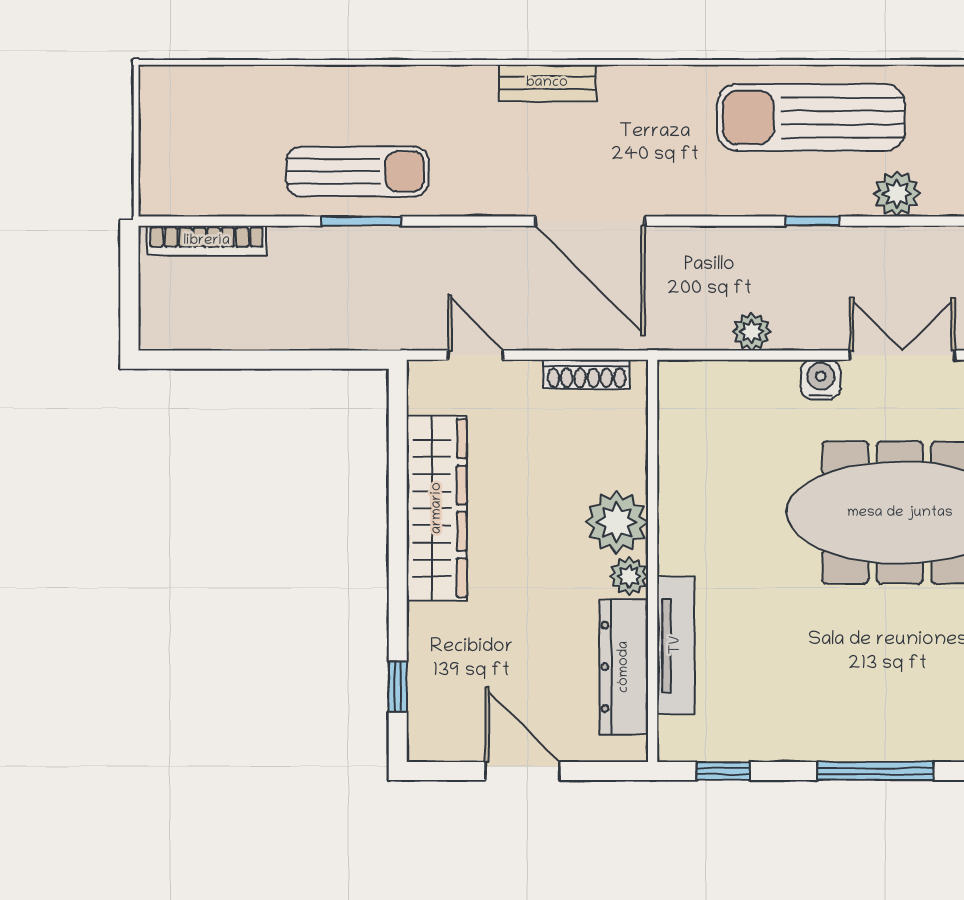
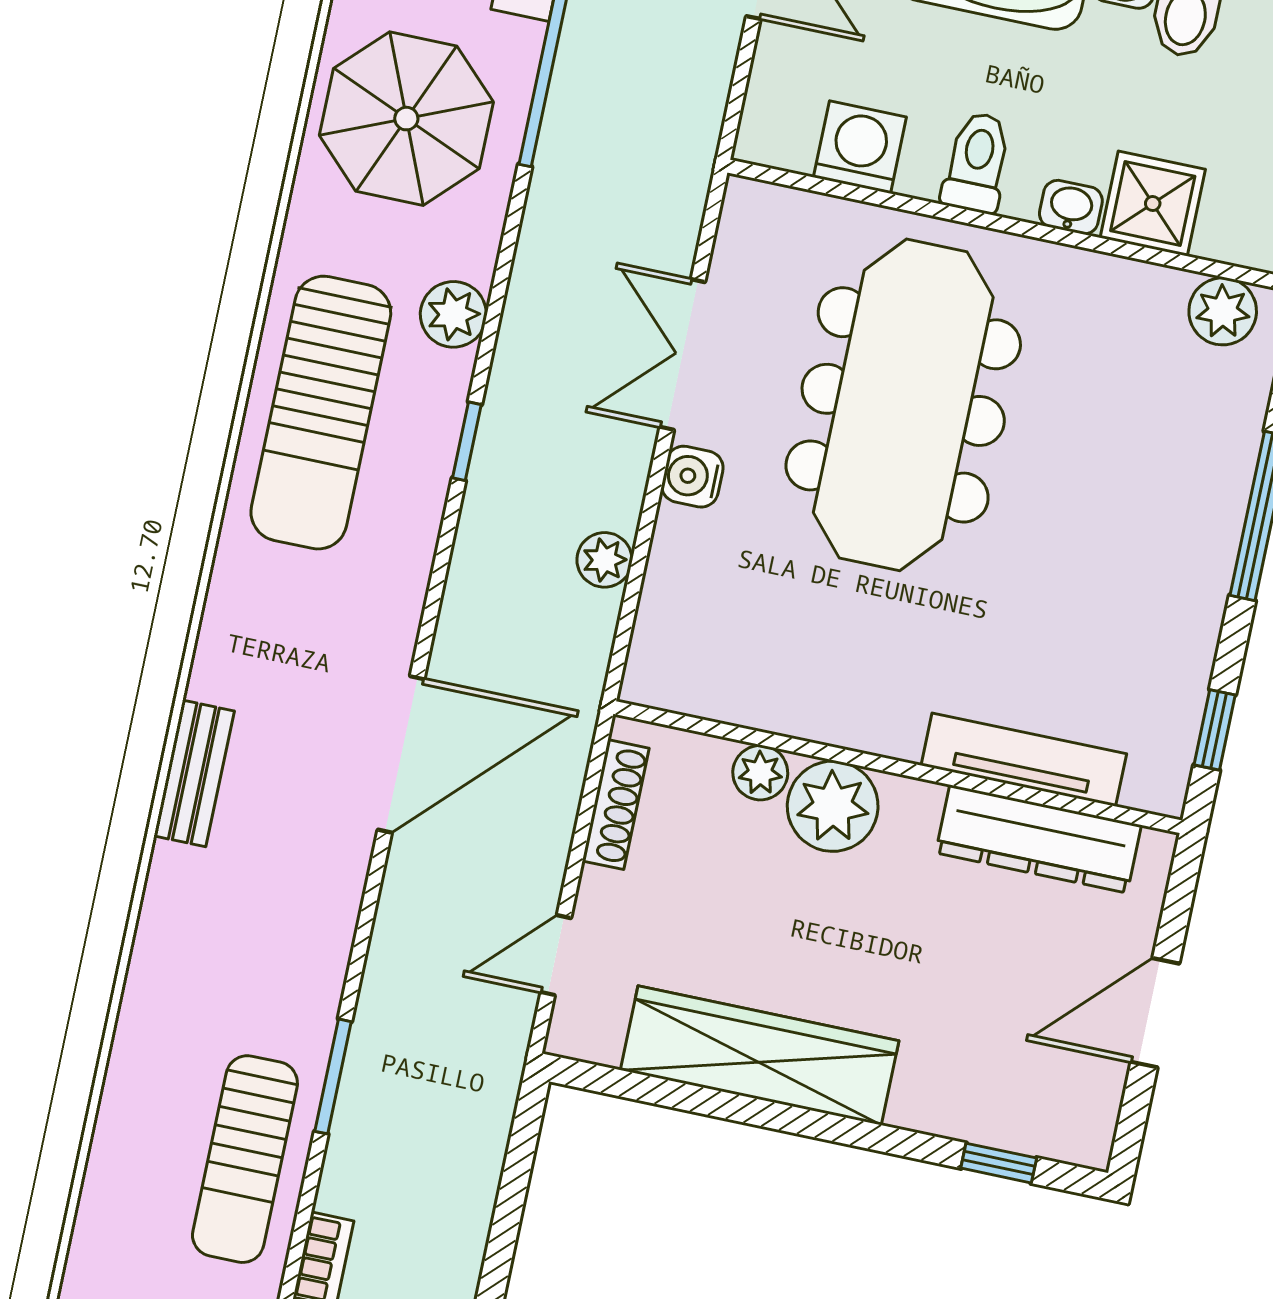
sun lounger: (357, 171) -> (245, 1159), moved, turned 180
plant: (629, 576) -> (760, 773), moved

